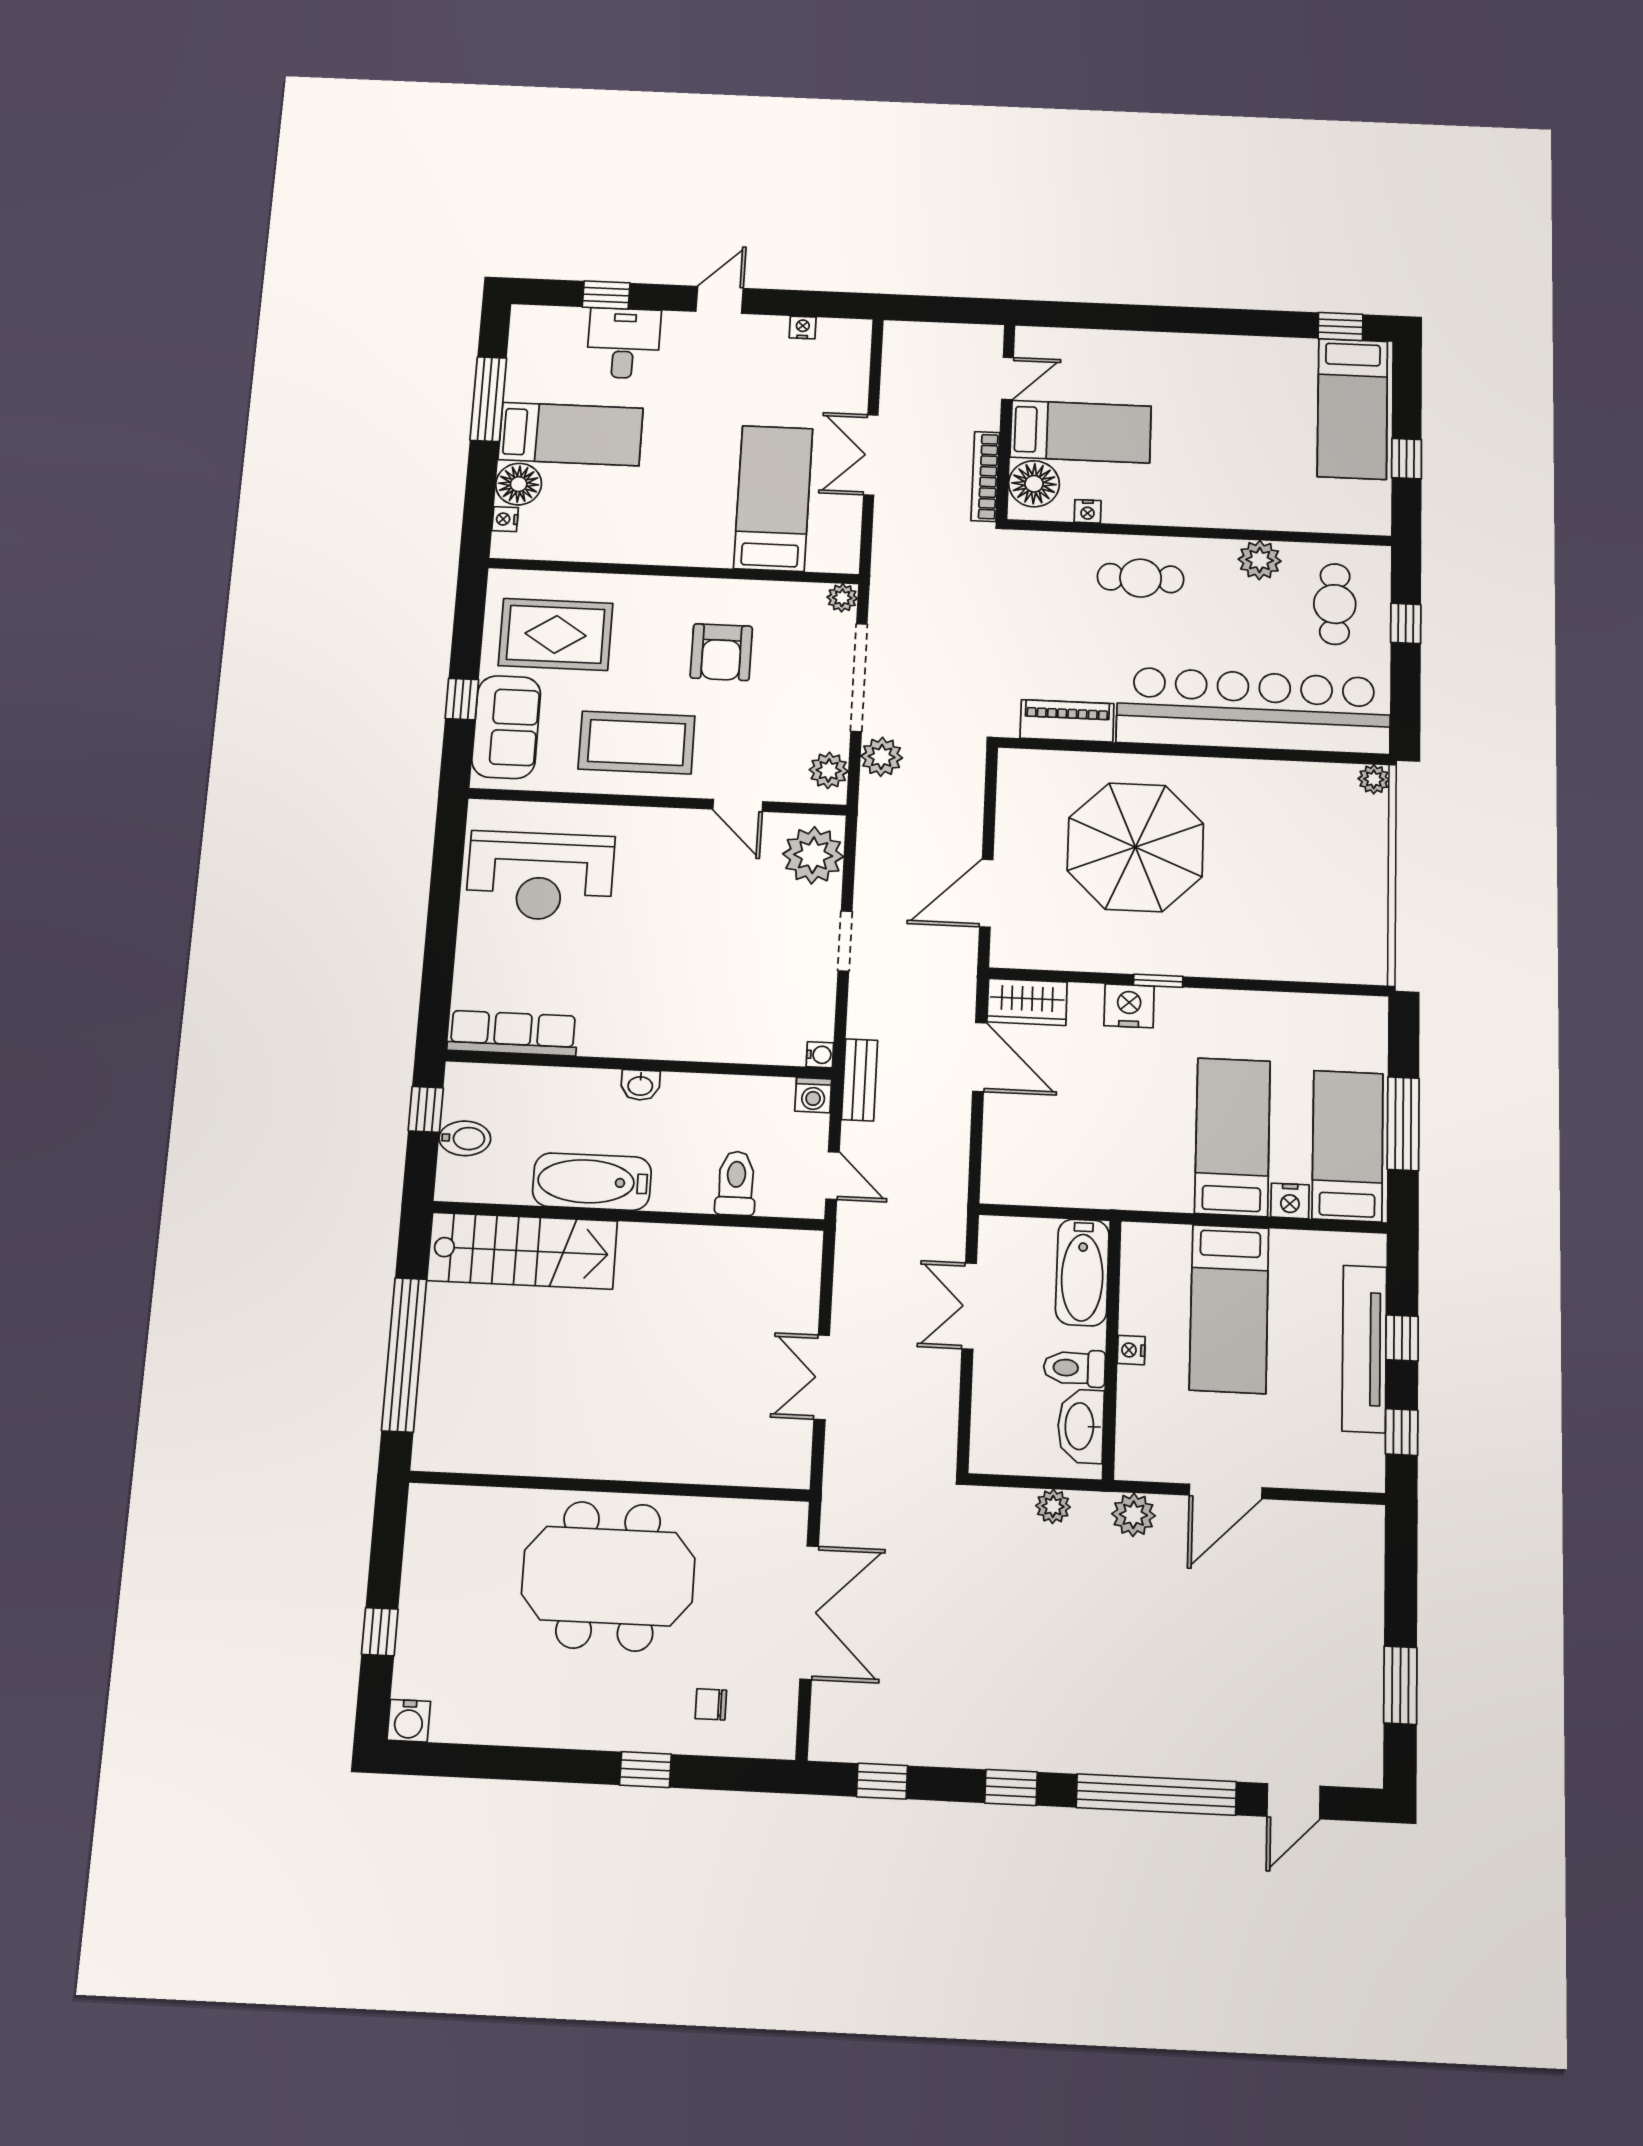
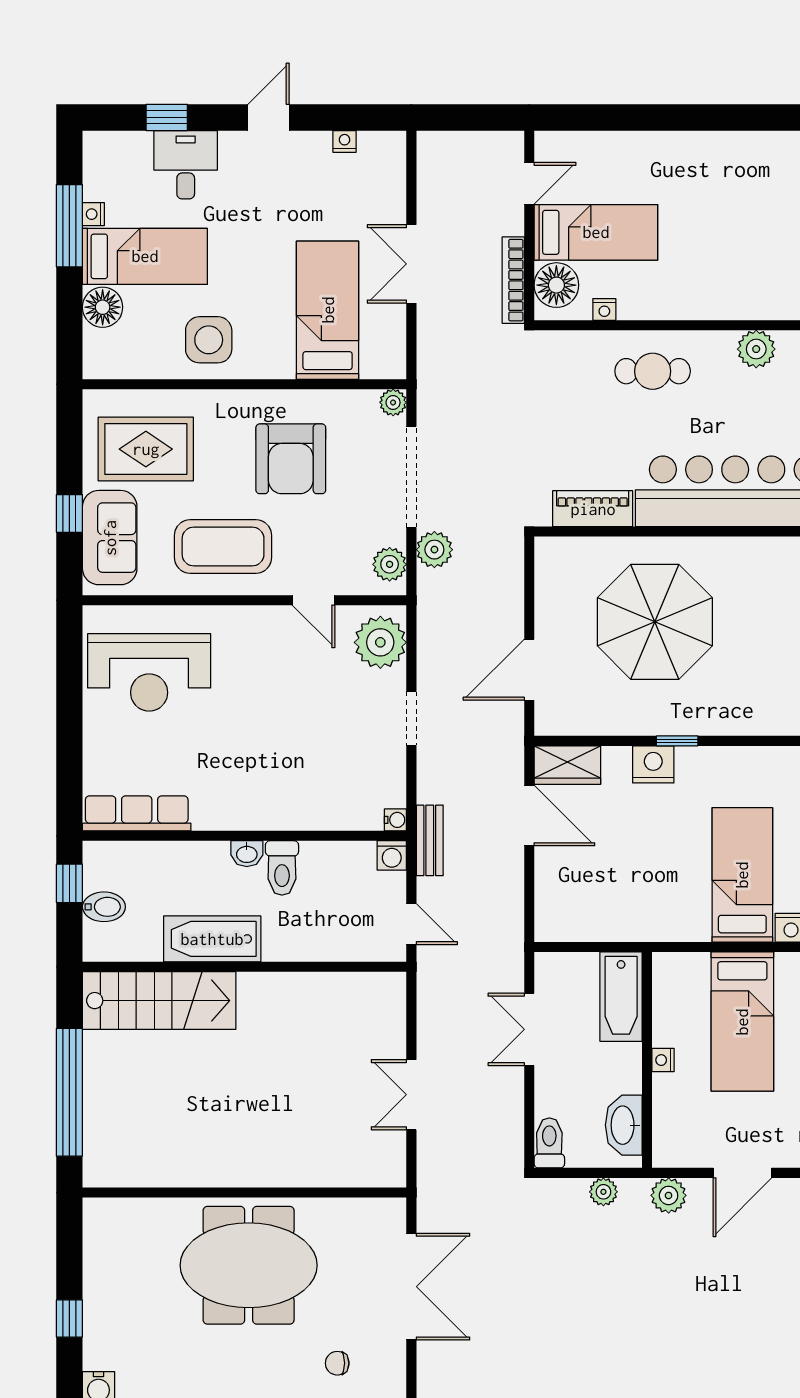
nightstand: (505, 519) -> (93, 214), moved
side table: (636, 523) -> (209, 340), added
armchair: (721, 652) -> (291, 459), width x1.36, depth x1.36
toilet: (736, 1183) -> (282, 868), moved, turned 180
toilet: (1074, 1368) -> (549, 1143), moved, turned 90

